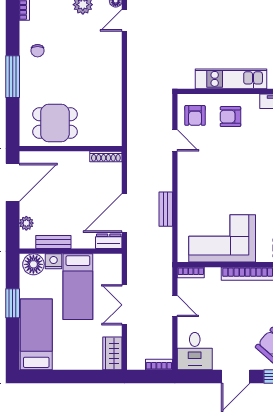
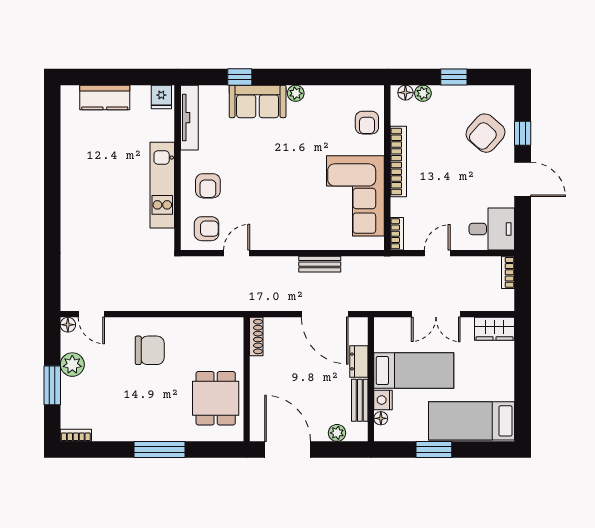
chair: (38, 51) -> (150, 350), moved, width x1.87, depth x1.87
dresser: (109, 241) -> (359, 361), moved
floor lamp: (33, 264) -> (381, 418), width x0.53, depth x0.53

